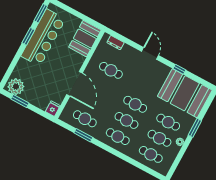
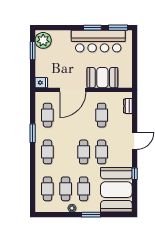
booth: (85, 39) -> (102, 78), moved
cafe table: (126, 120) -> (102, 152), moved
window: (83, 135) -> (33, 133), moved

